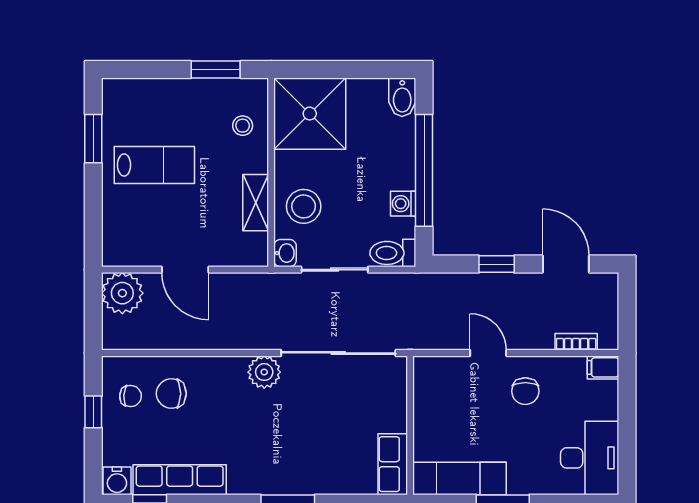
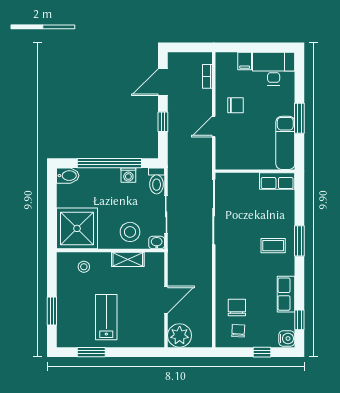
window: (216, 69) -> (52, 311), moved
filing cabinet: (603, 367) -> (245, 61), moved
plant: (264, 372) -> (225, 254), removed
chair: (171, 394) -> (237, 307), turned 180
window: (93, 412) -> (262, 352), moved
coffee table: (280, 457) -> (273, 246), added
row of seats: (180, 480) -> (286, 294), width x0.68

